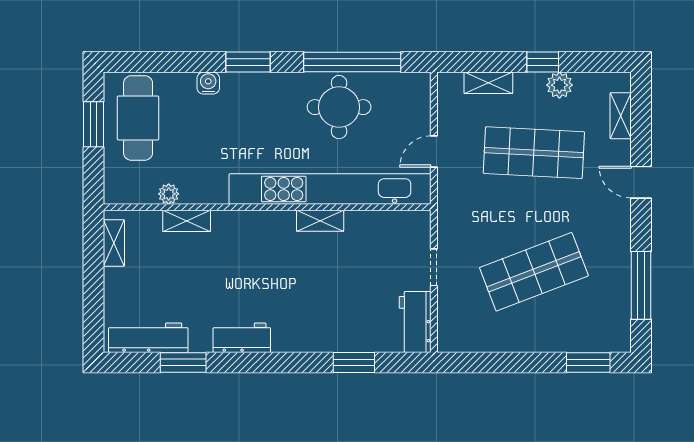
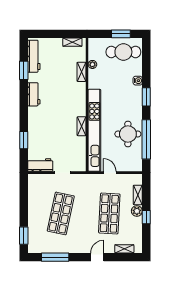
plant: (559, 85) -> (137, 211), moved
shop shelf: (534, 272) -> (61, 213), turned 33

